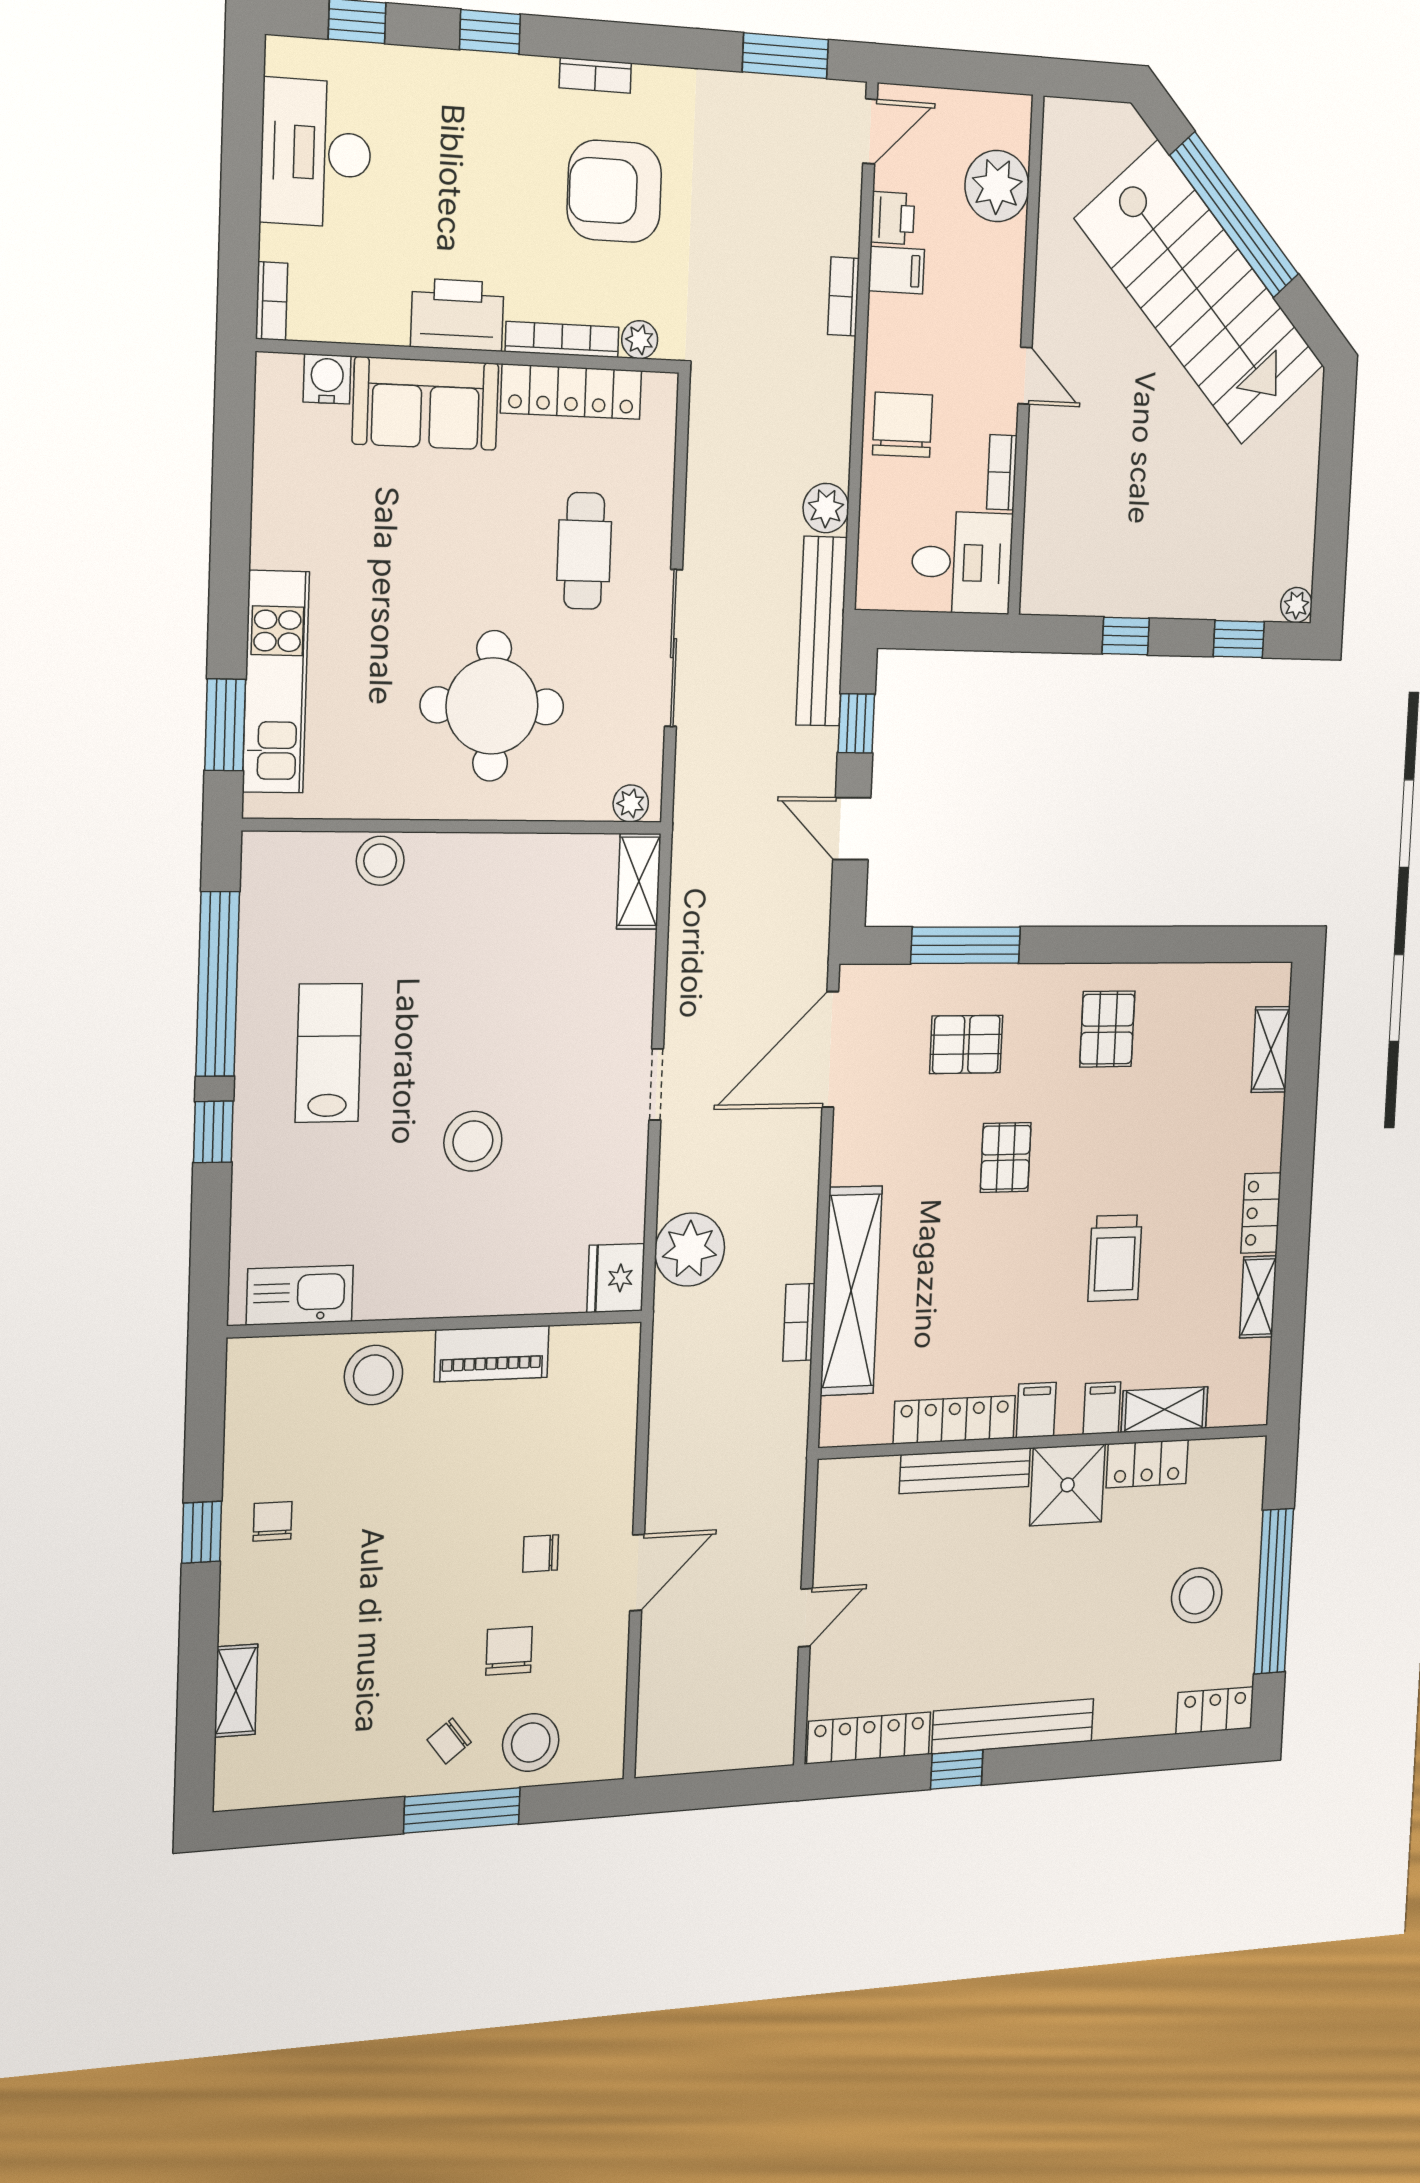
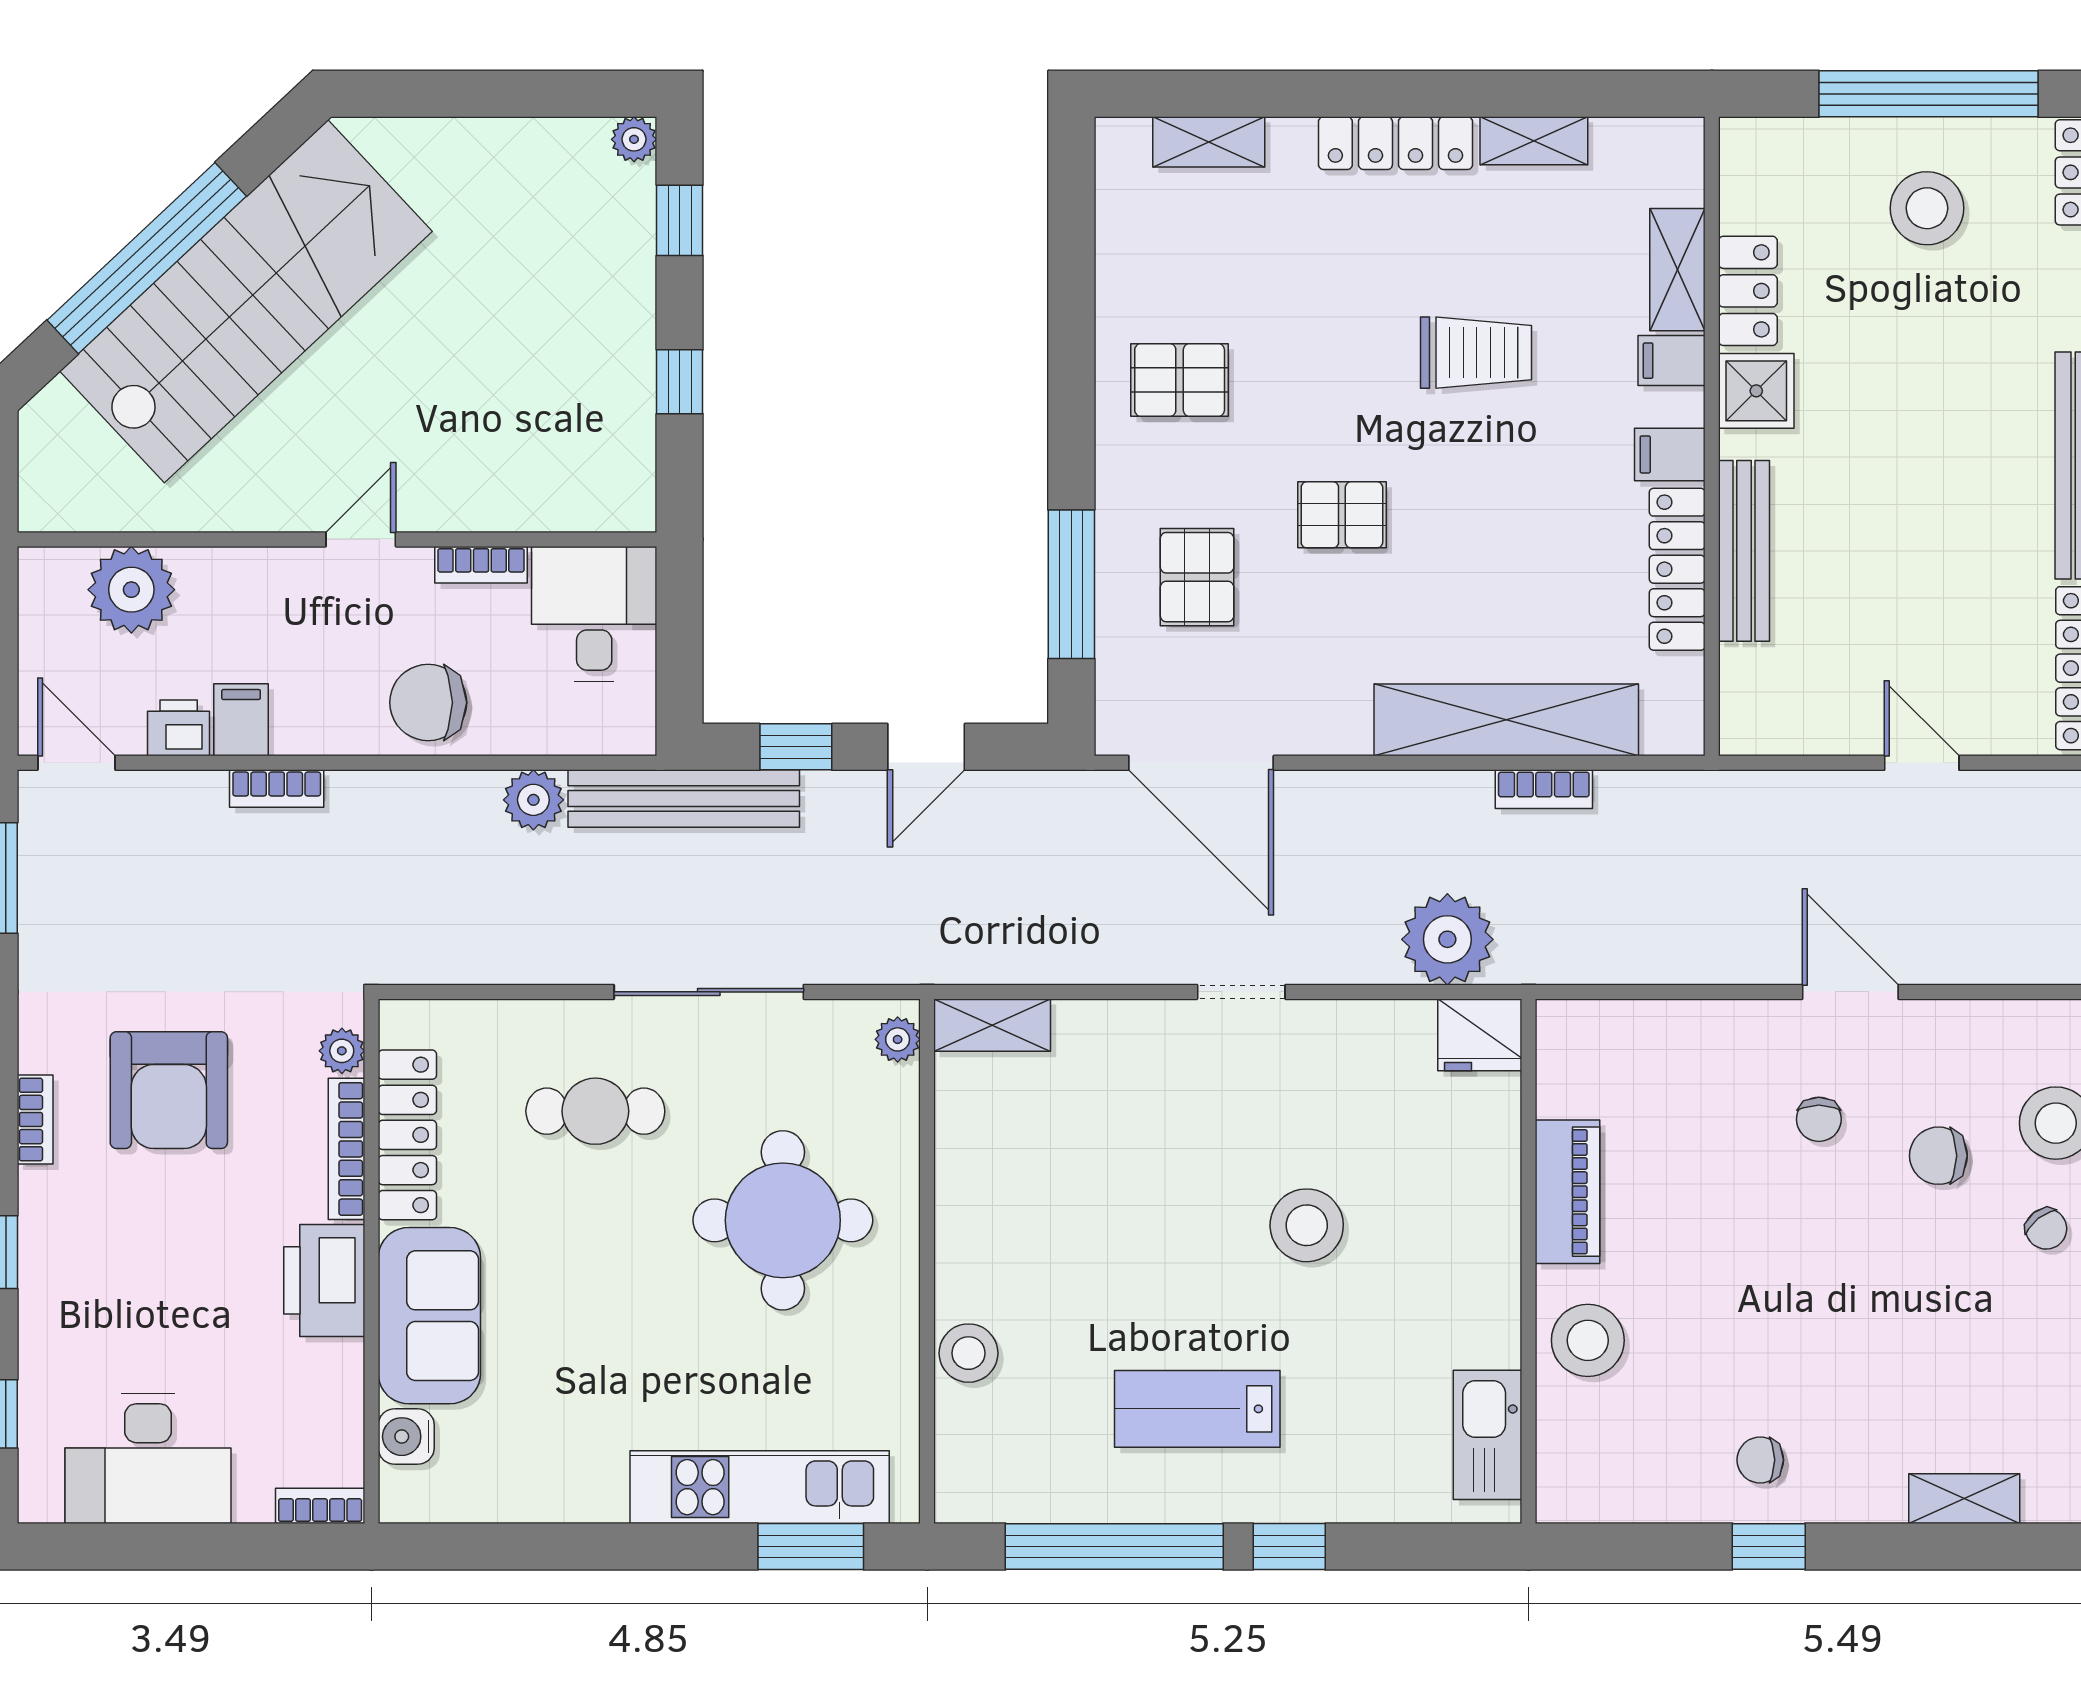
locker: (1261, 1213) -> (1395, 143), width x1.53
shower: (1067, 1485) -> (1756, 391), width x0.73, depth x0.73

